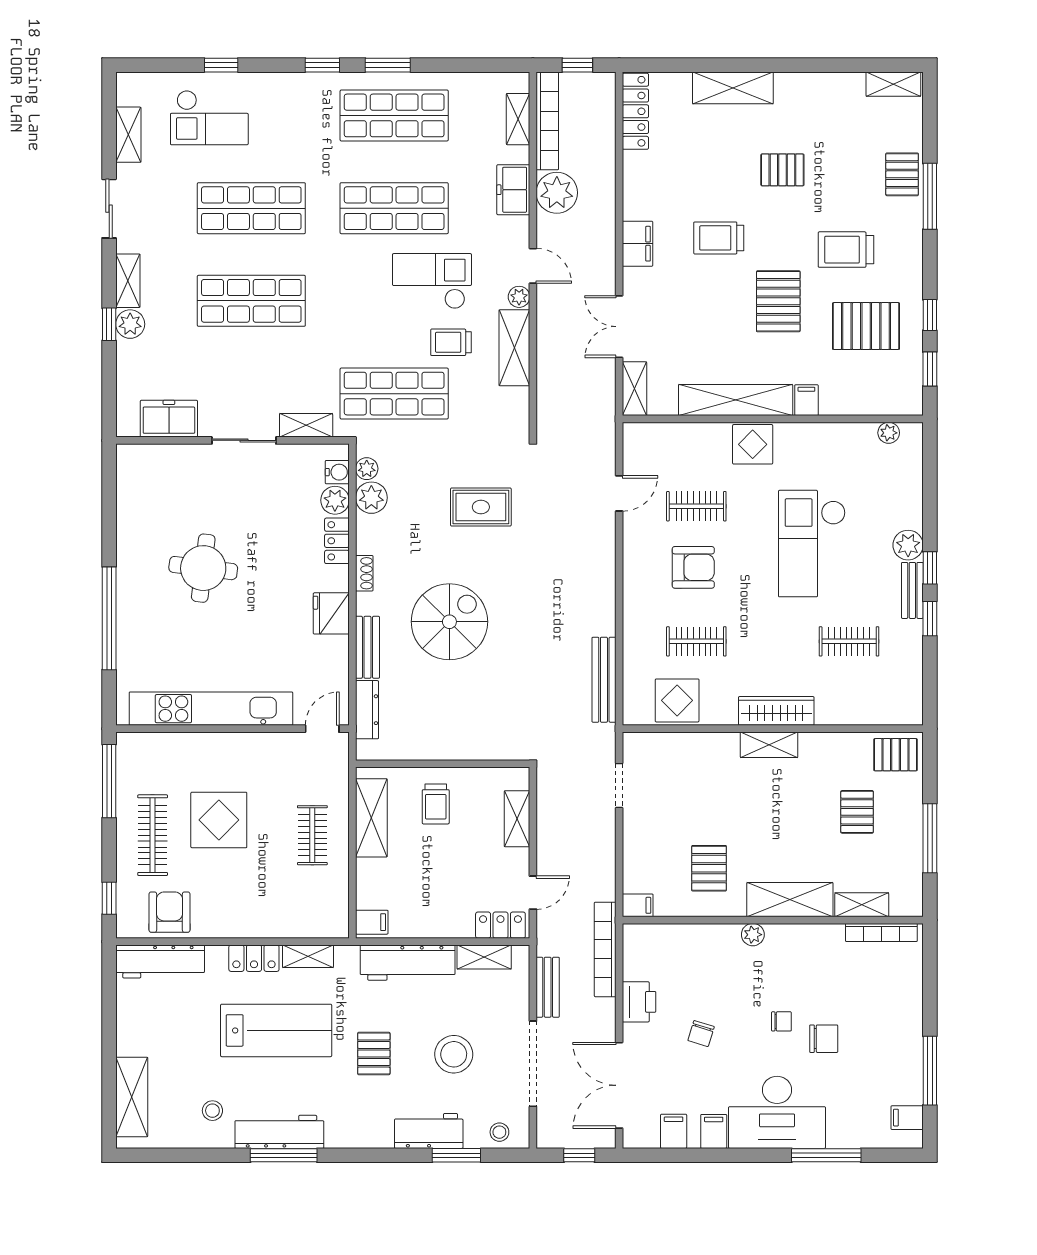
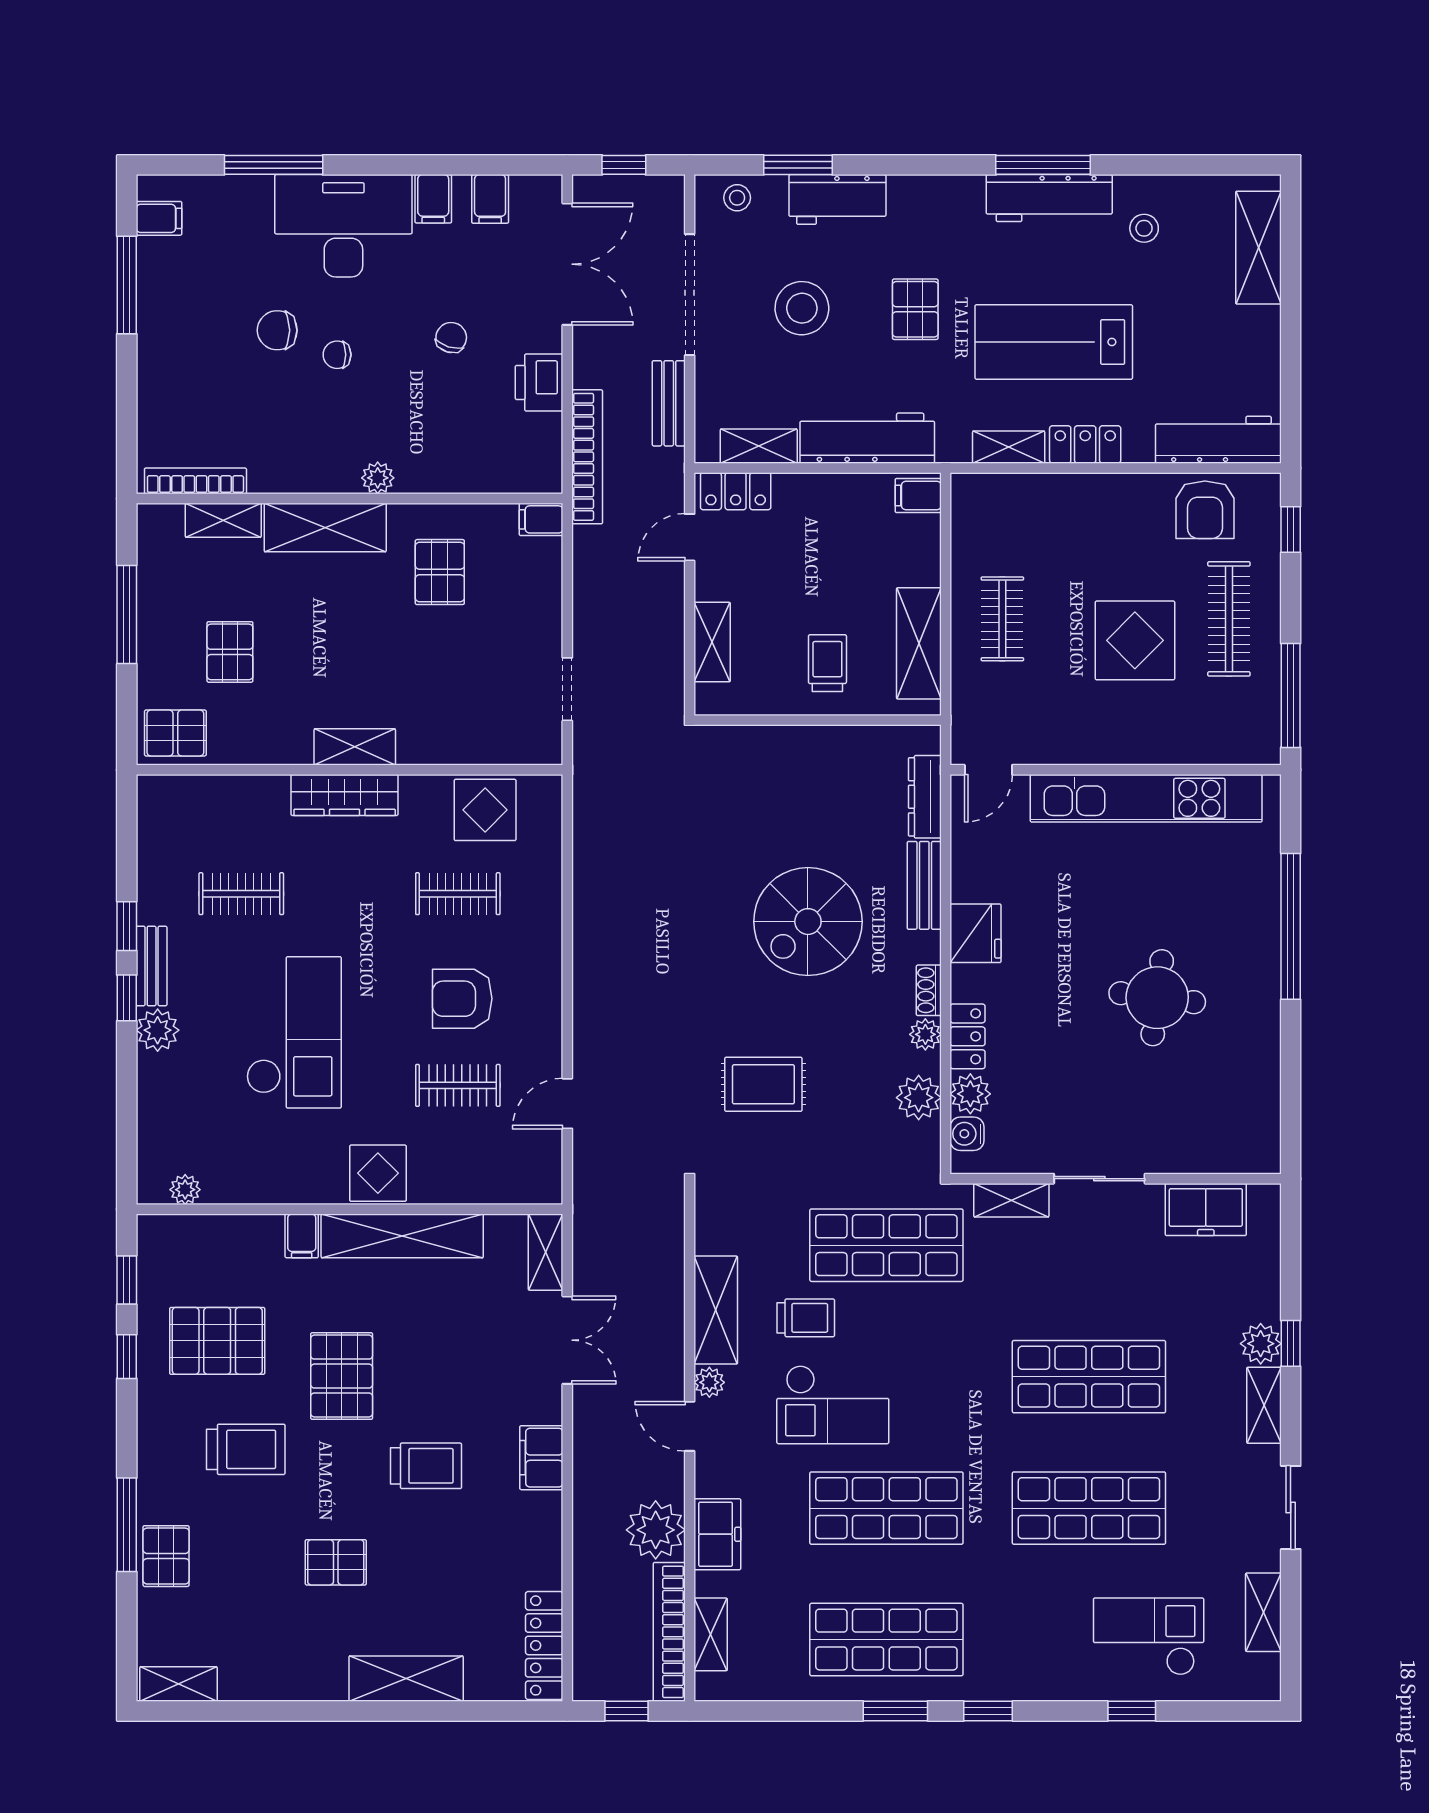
plant: (367, 469) -> (925, 1034), moved
bench: (604, 680) -> (589, 839), removed

